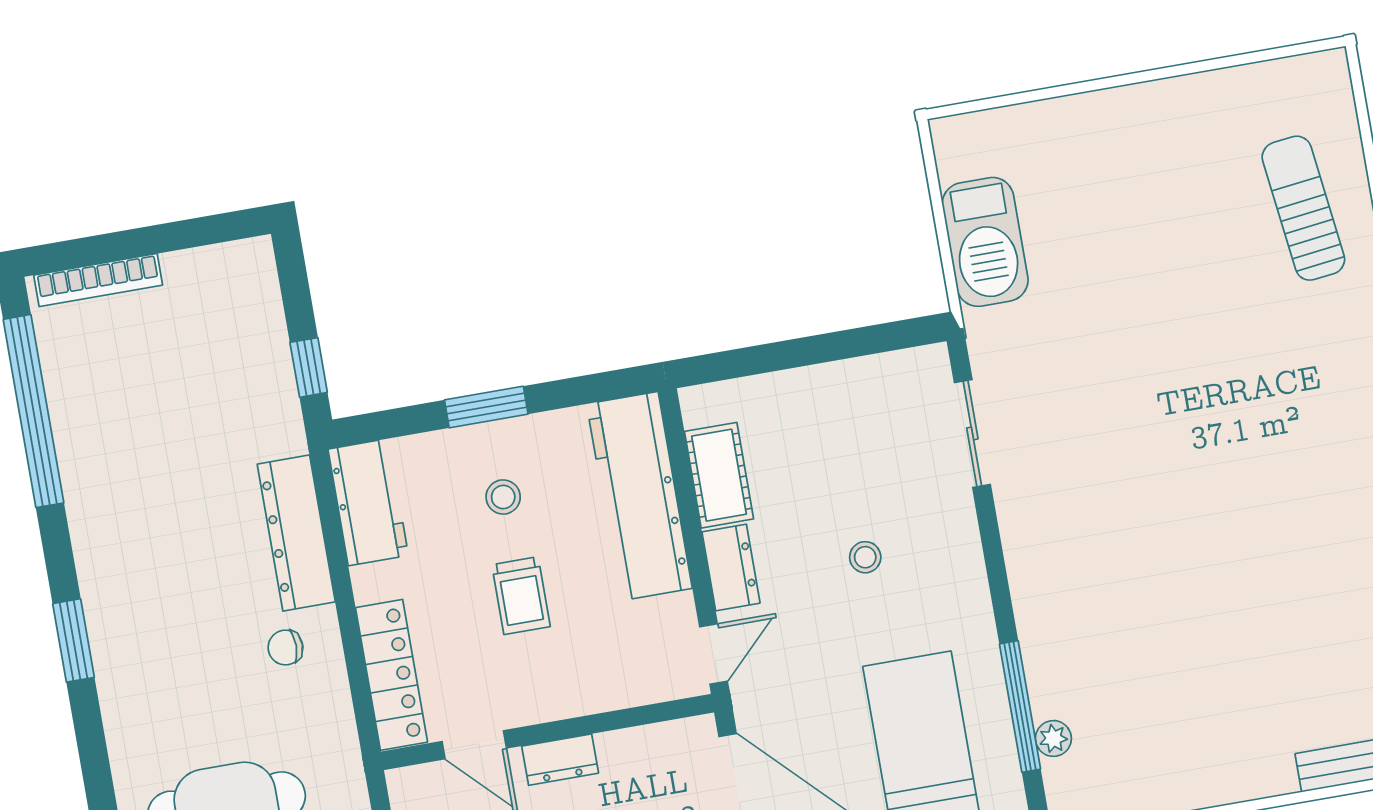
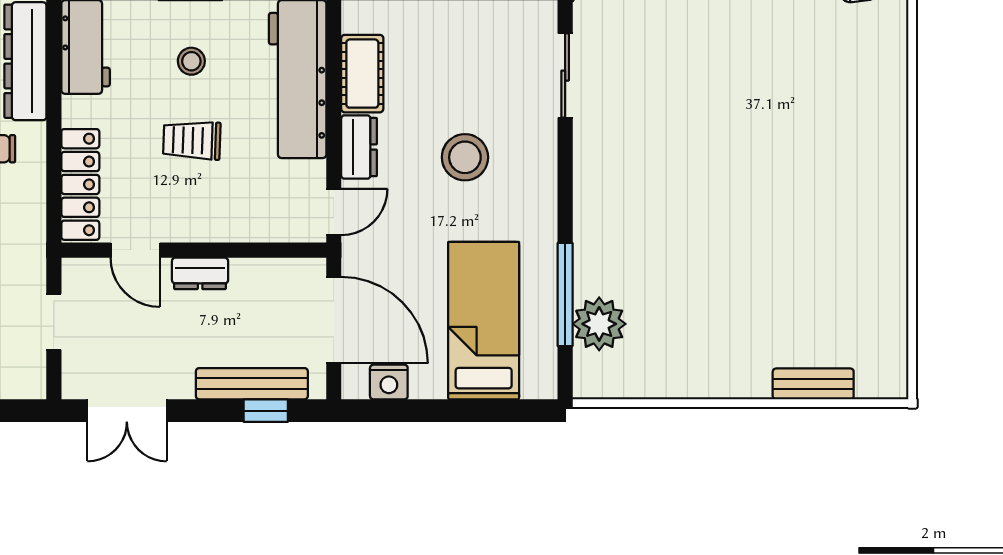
stool: (865, 557) -> (465, 157), width x1.89, depth x1.89
trolley: (521, 596) -> (192, 140), turned 92
plant: (1053, 738) -> (599, 324), width x1.88, depth x1.88

